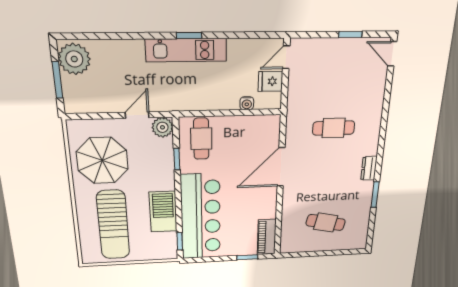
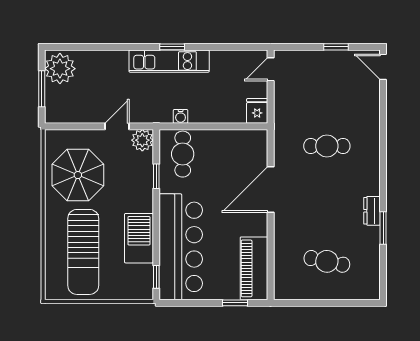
fridge: (270, 81) -> (257, 111), moved, turned 90
water cooler: (247, 103) -> (181, 116), moved
dresser: (369, 168) -> (372, 211), moved
piano: (267, 237) -> (254, 268), width x1.37, depth x1.33

